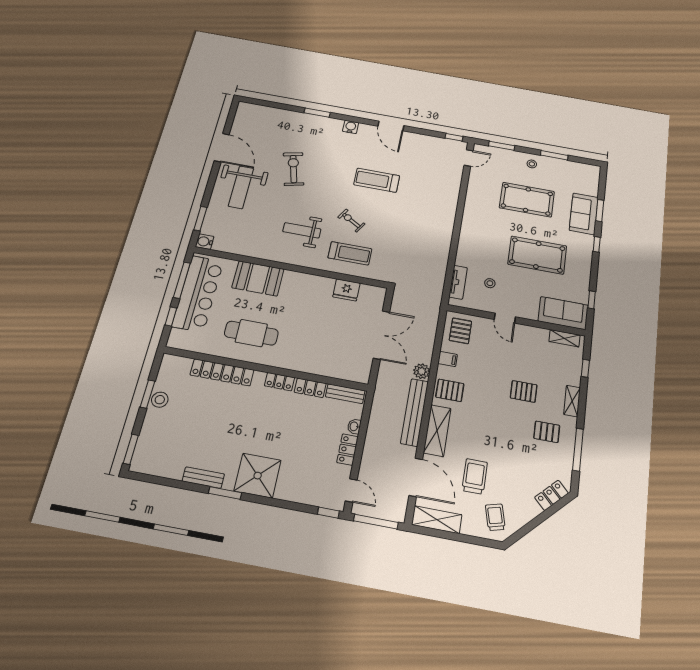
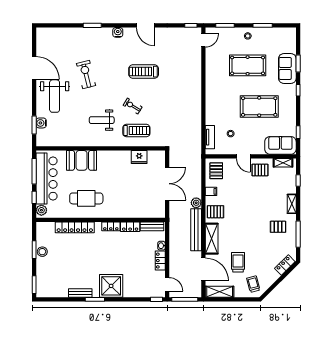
water cooler: (205, 242) -> (41, 123), moved
plant: (177, 337) -> (41, 210), added
pallet: (524, 391) -> (260, 170), moved

